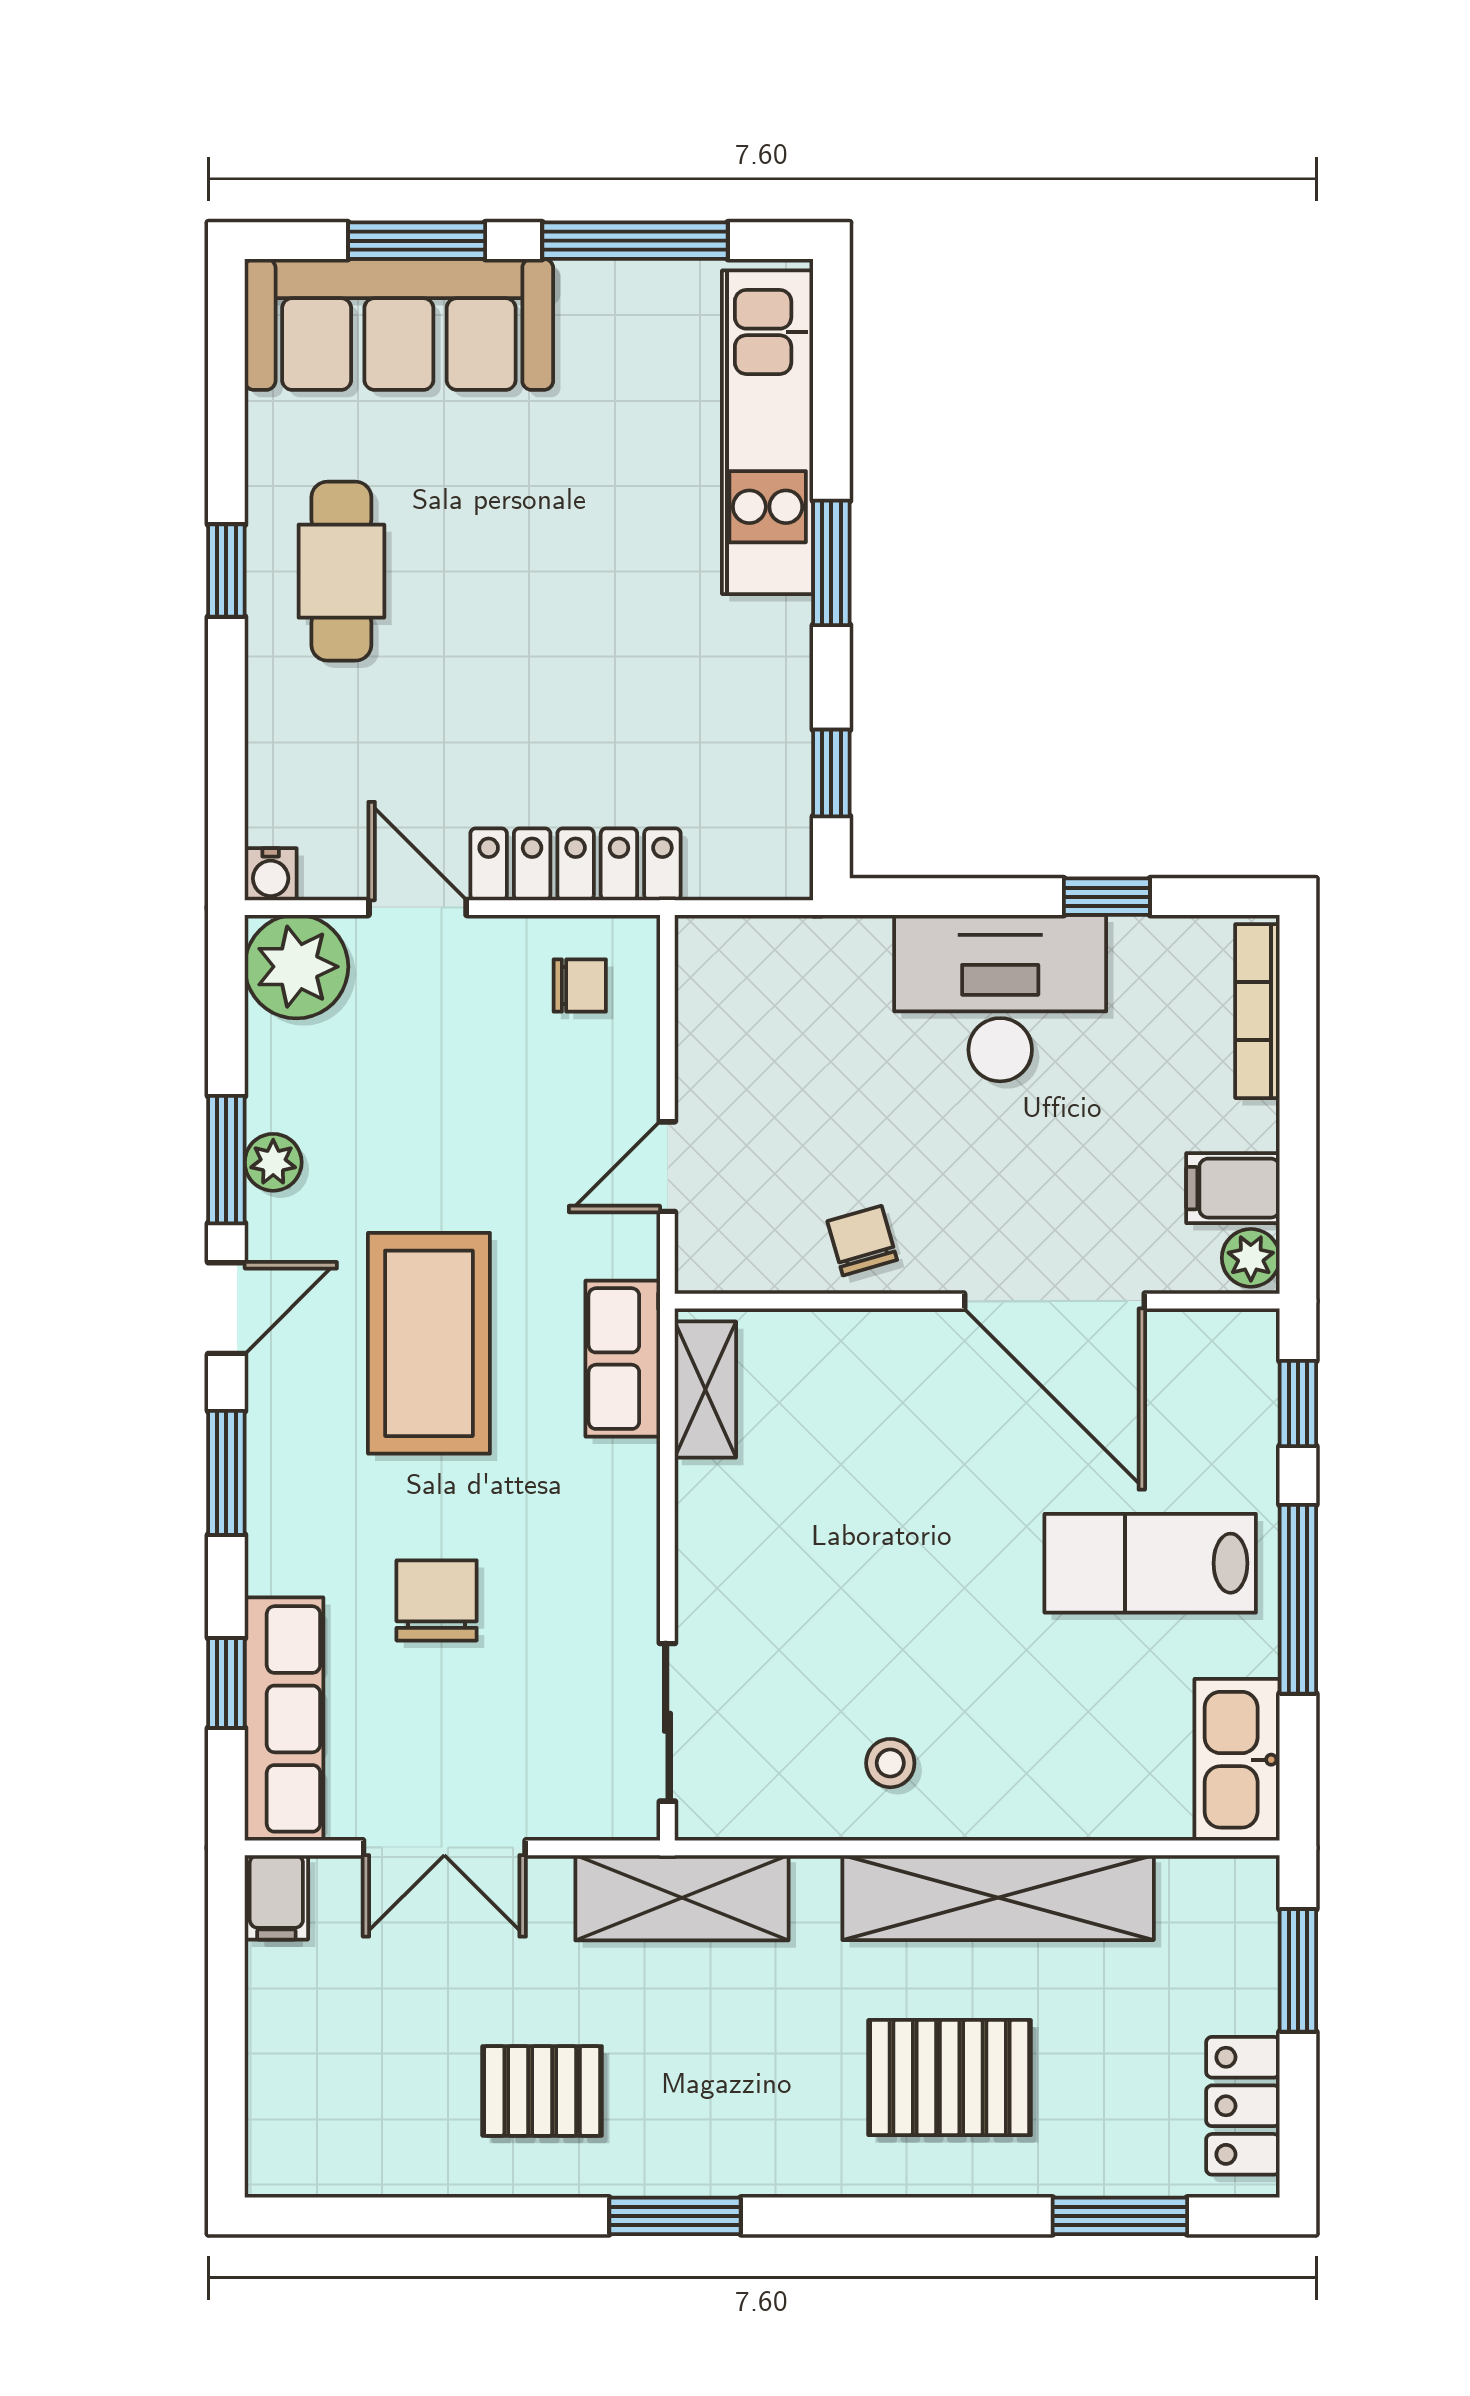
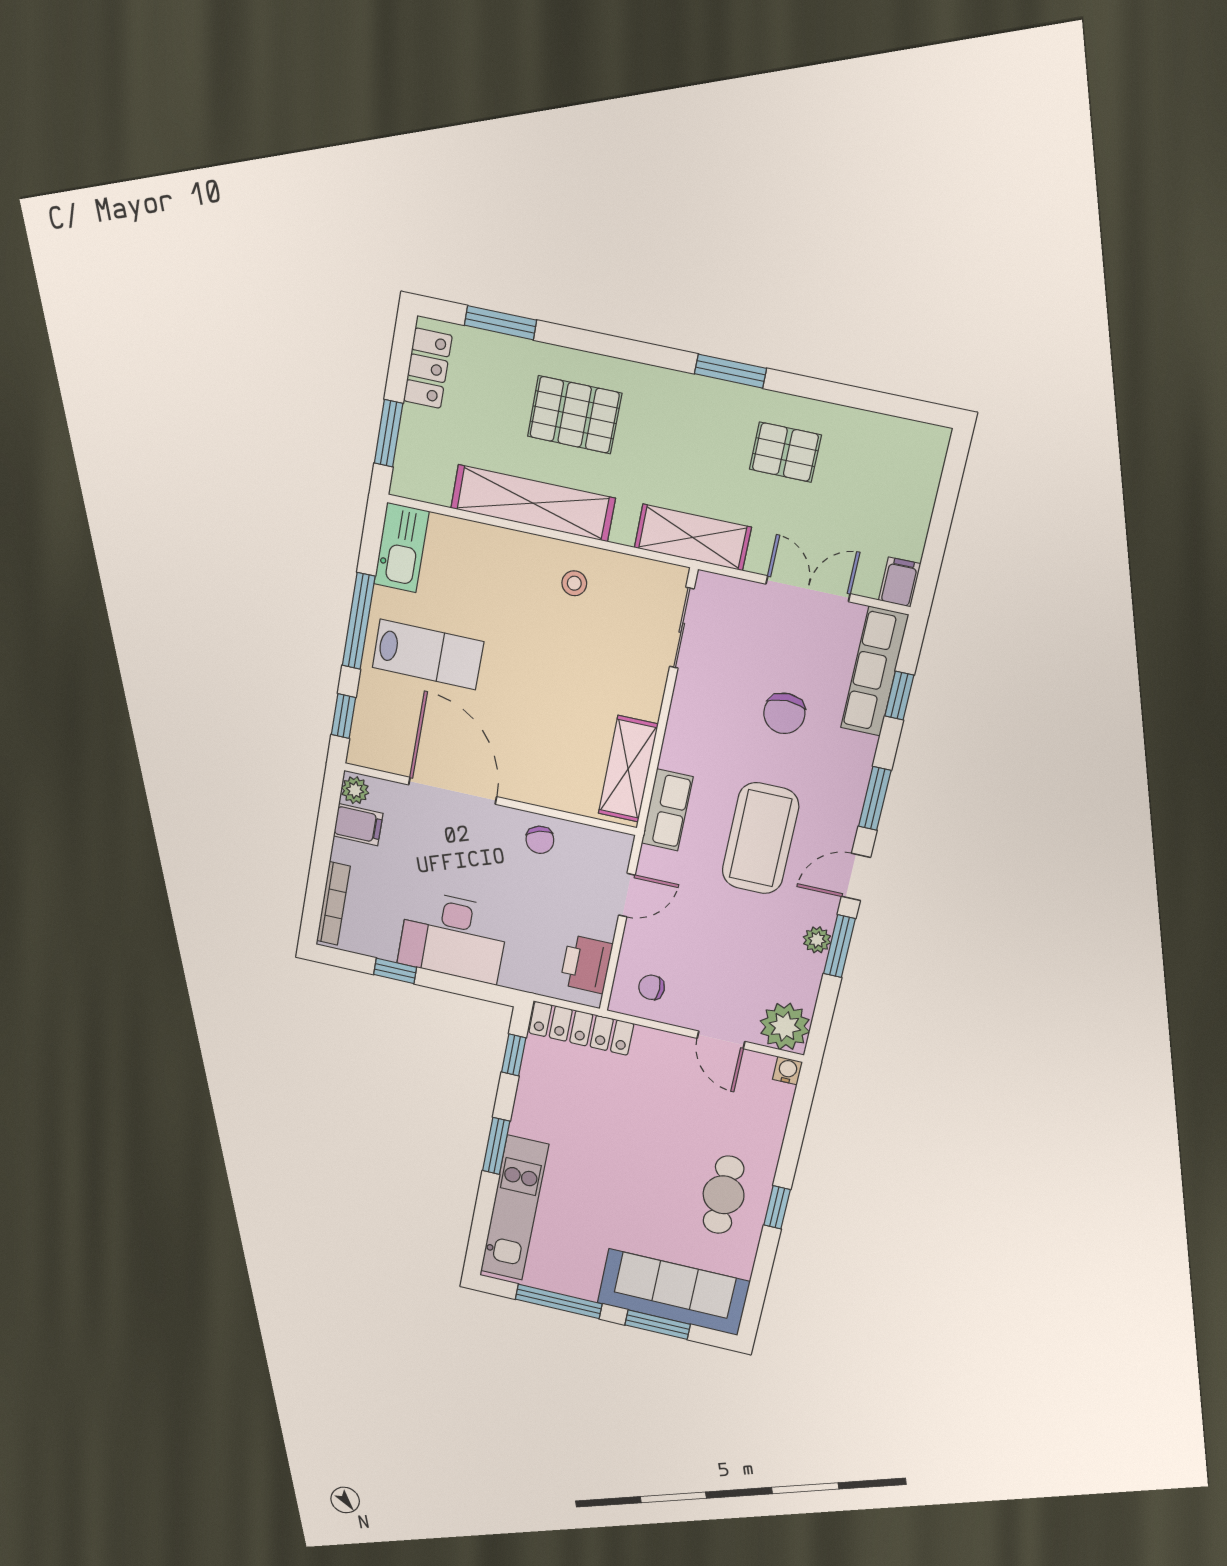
locker: (576, 864) -> (581, 1028), moved
printer: (720, 1003) -> (586, 964), added
shelving: (705, 1390) -> (628, 769), width x1.50, depth x1.33

